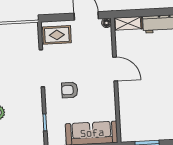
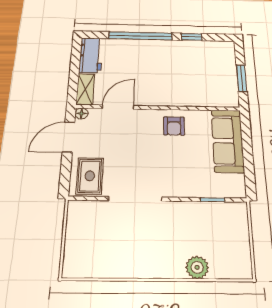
door: (115, 69) -> (118, 107), moved
armchair: (70, 90) -> (174, 126), moved

